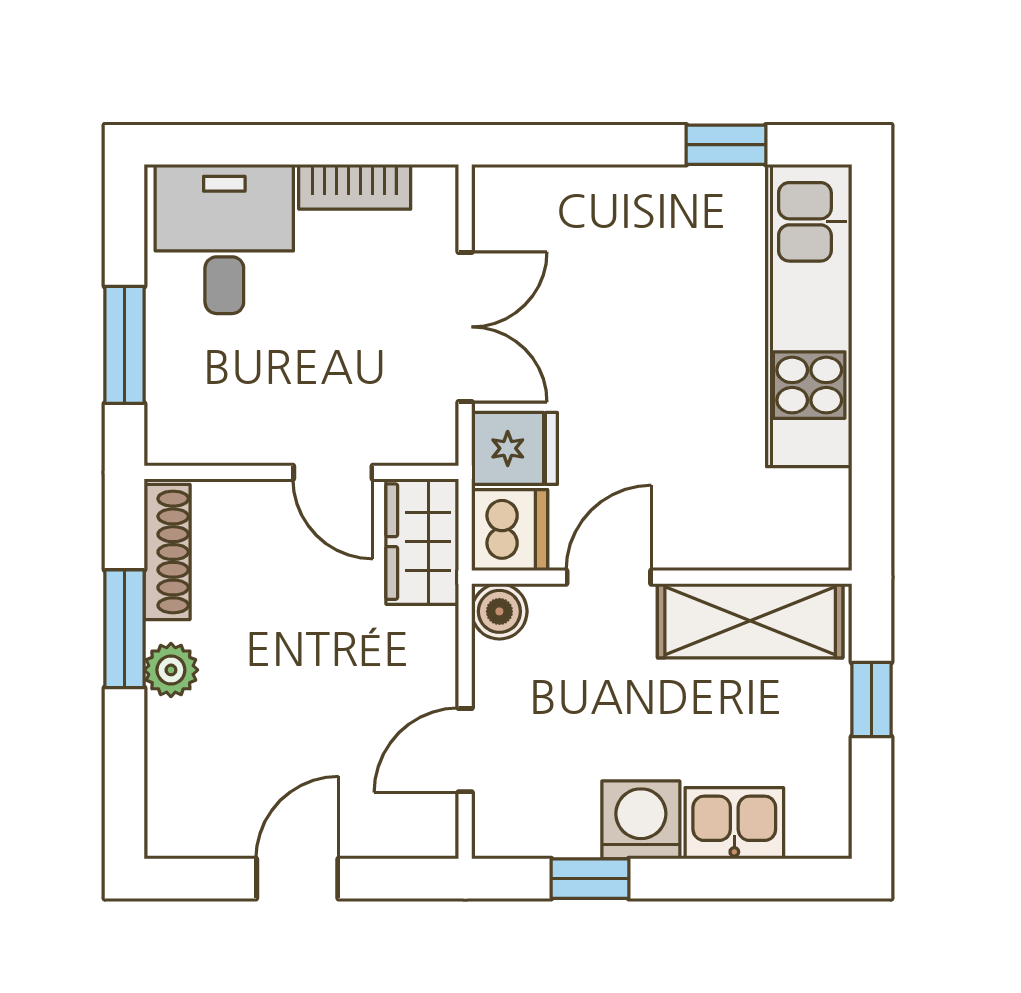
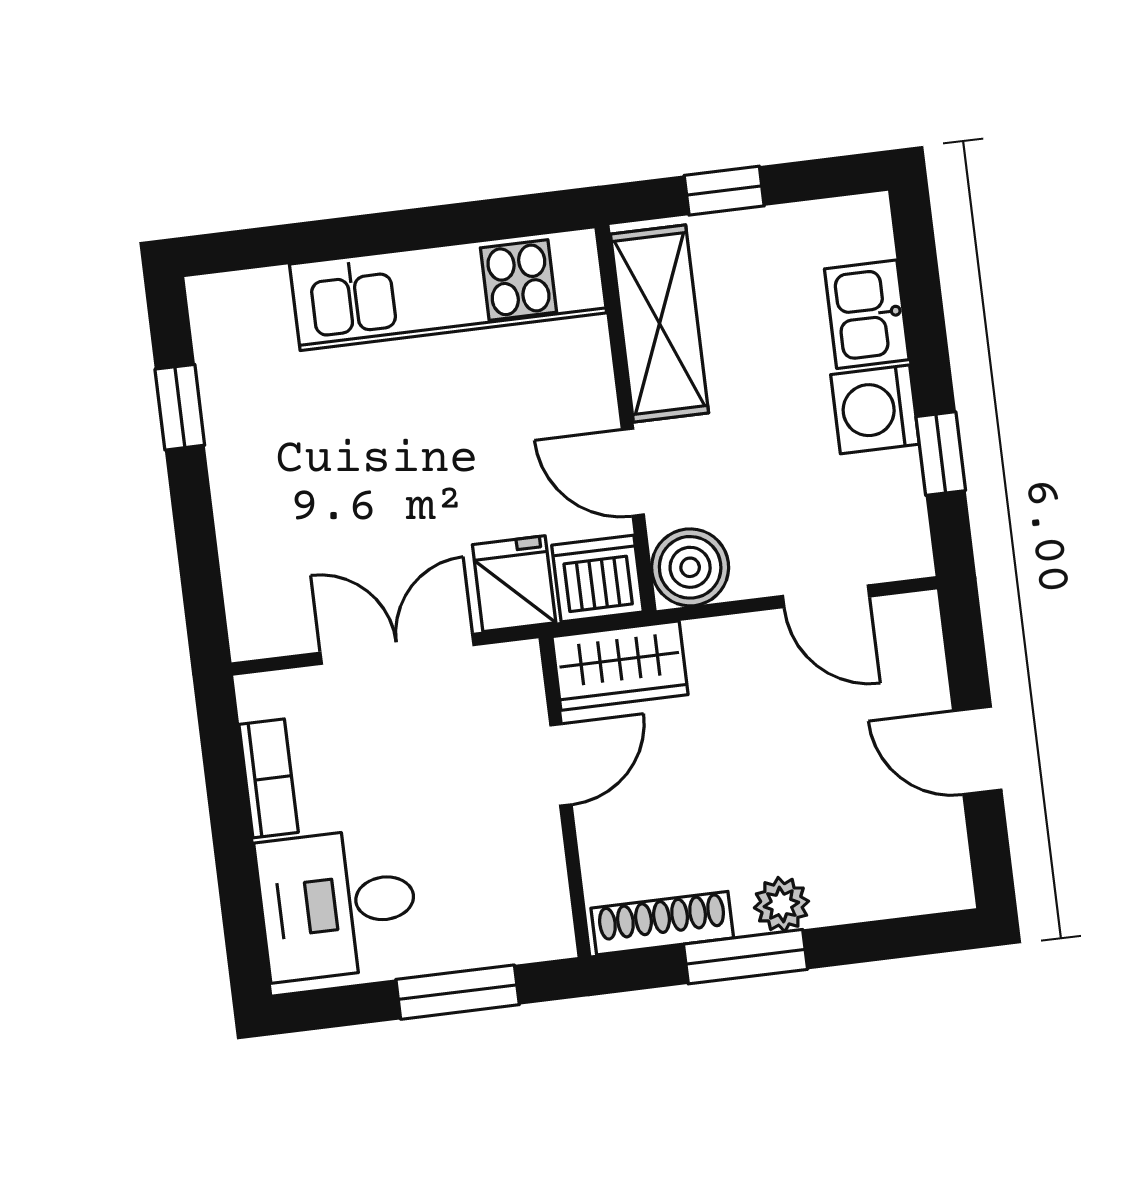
kitchen unit: (809, 316) -> (448, 289), moved
boiler: (499, 611) -> (690, 567), width x1.36, depth x1.36

